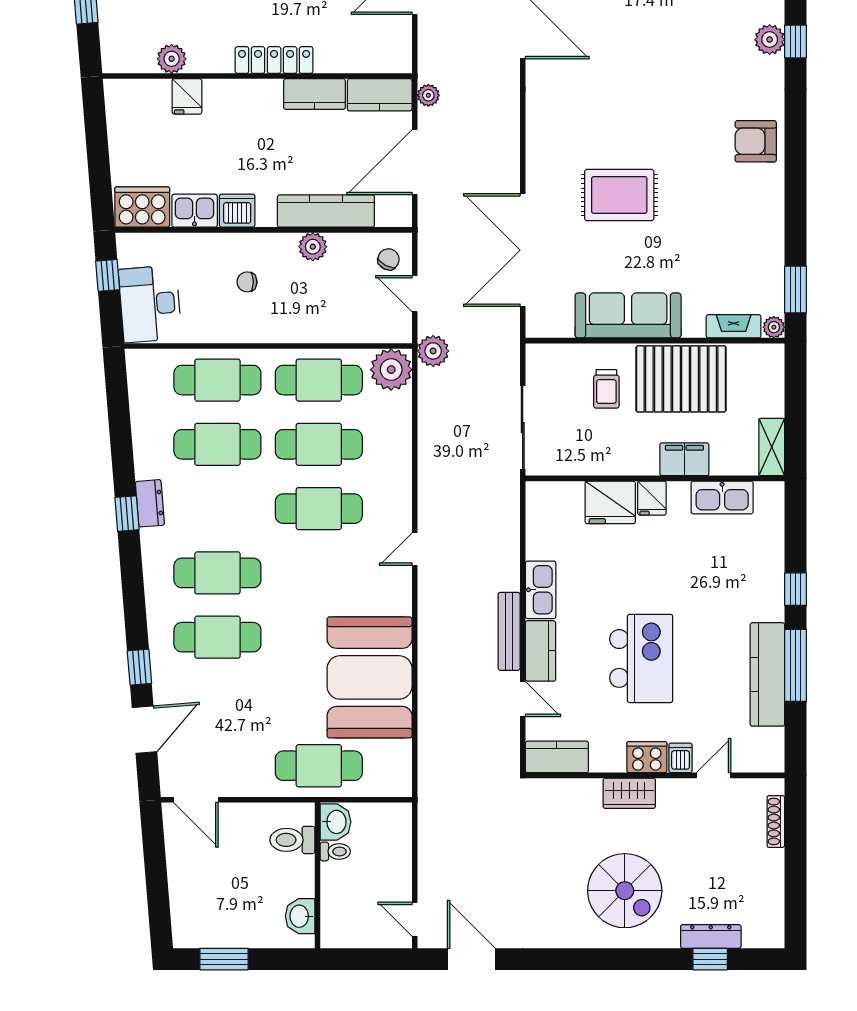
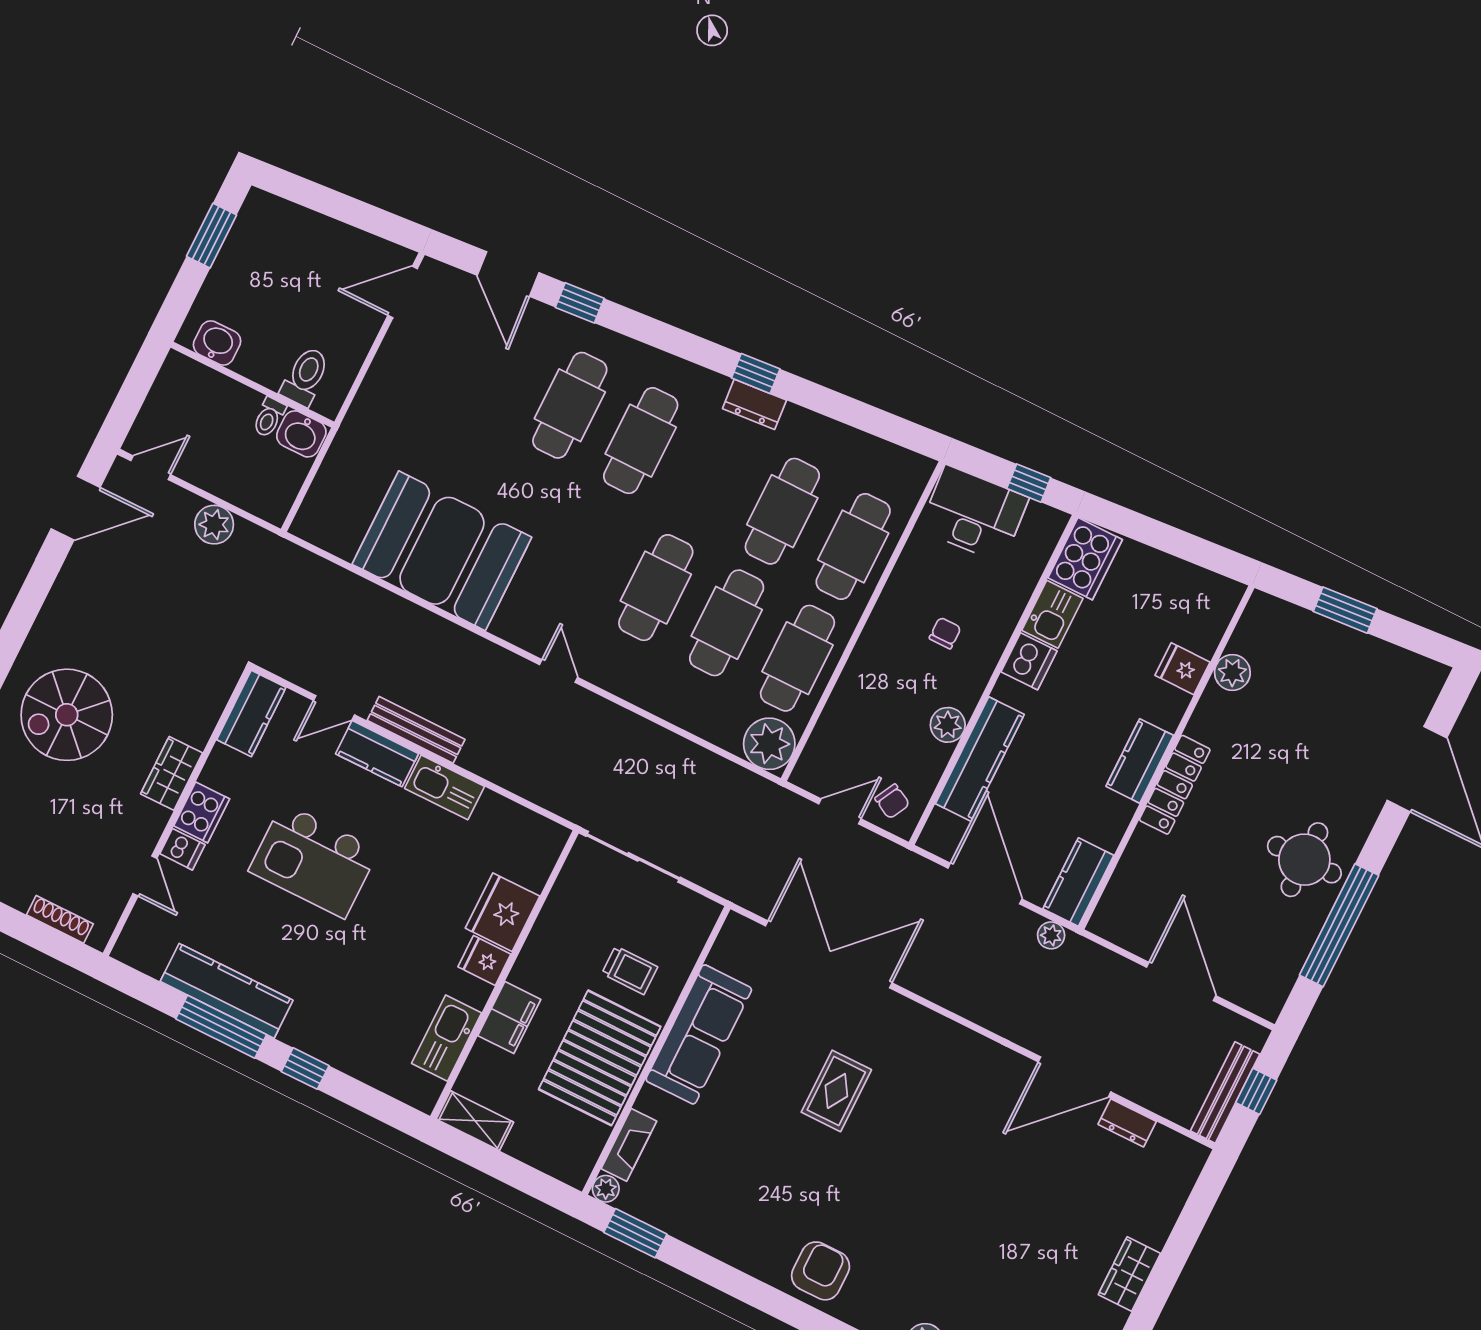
kitchen counter: (315, 94) -> (1140, 761), moved
rug: (619, 195) -> (836, 1091), width x0.73, depth x0.70
plant: (433, 351) -> (214, 525), moved
trolley: (606, 389) -> (630, 970), turned 180
cafe table: (319, 766) -> (373, 446), removed

